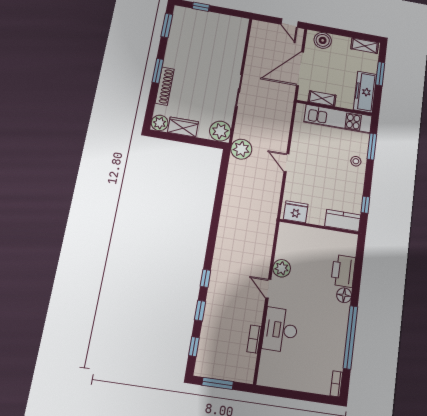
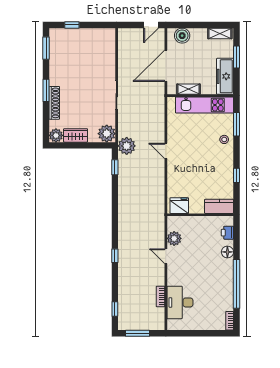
door: (290, 23) -> (151, 25), hinge flipped
fridge: (296, 212) -> (179, 206), moved
kitchen counter: (343, 220) -> (219, 206), moved
wall: (319, 227) -> (200, 215), moved
printer: (343, 271) -> (227, 233), width x0.53, depth x0.68
window: (200, 311) -> (115, 167), moved
desk: (280, 330) -> (180, 302), moved

